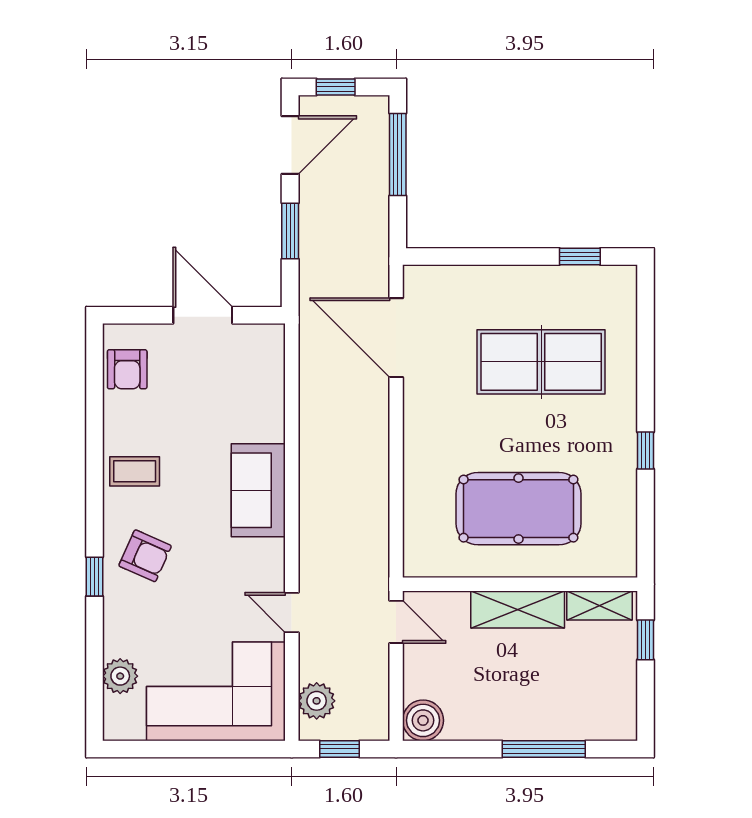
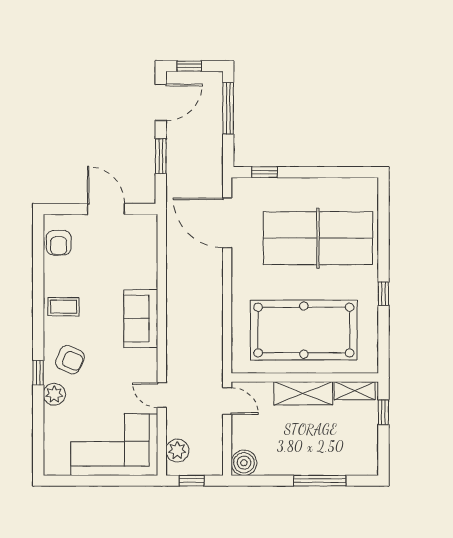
window: (580, 257) -> (264, 172), moved
table tennis table: (541, 362) -> (318, 238), width x1.36, depth x1.32
pool table: (518, 509) -> (304, 330), width x1.36, depth x1.32
plant: (120, 676) -> (54, 394), moved

